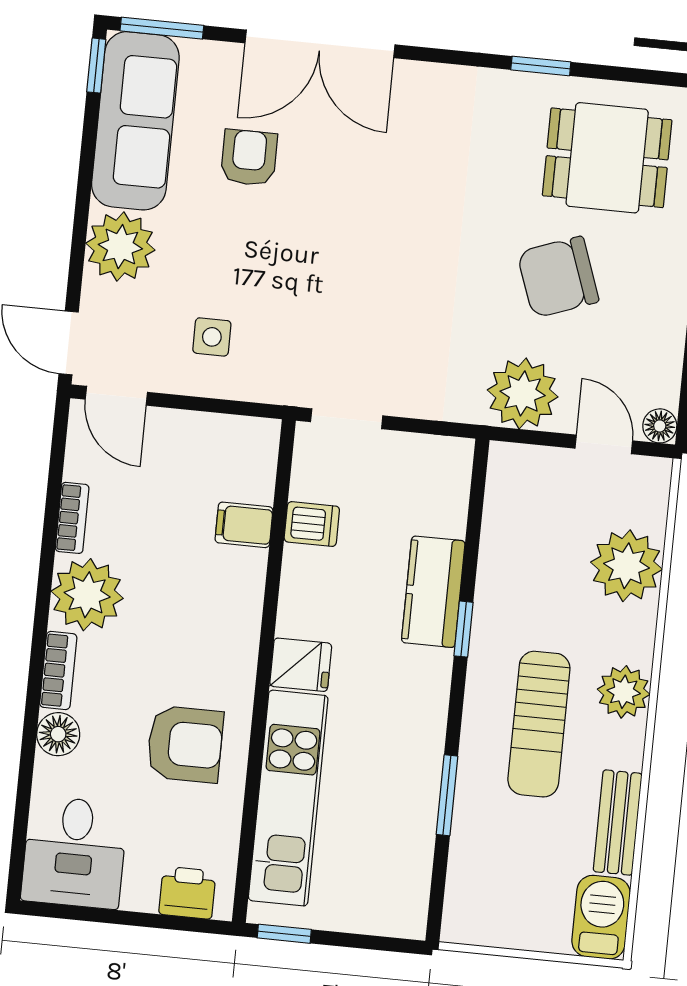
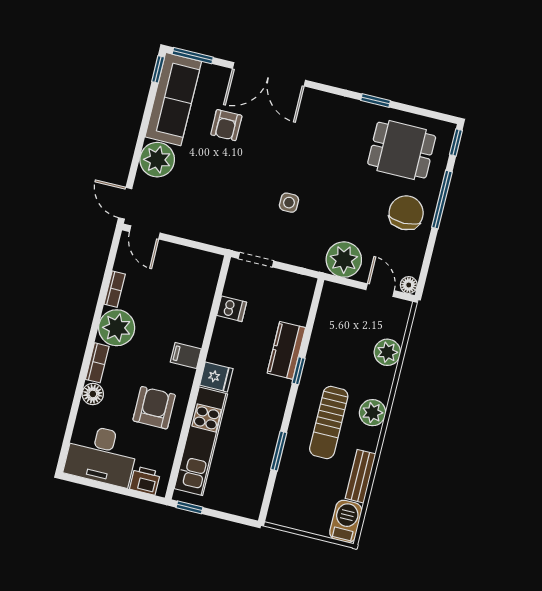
armchair: (249, 158) -> (226, 125), turned 180
chair: (558, 277) -> (406, 213), moved, turned 110
side table: (212, 337) -> (289, 203), moved
filing cabinet: (244, 525) -> (186, 355), moved
plant: (627, 566) -> (387, 352), width x0.73, depth x0.73
armchair: (185, 744) -> (154, 408), turned -90
desk: (74, 852) -> (101, 455), width x1.37

